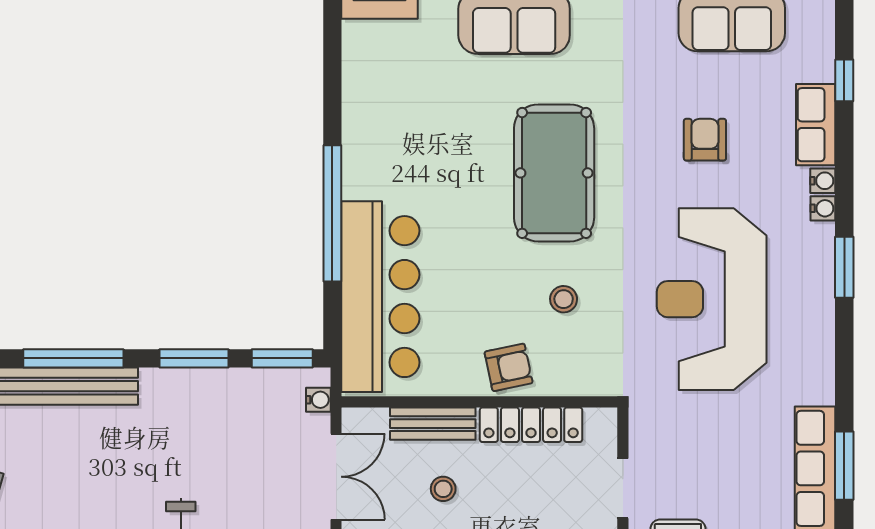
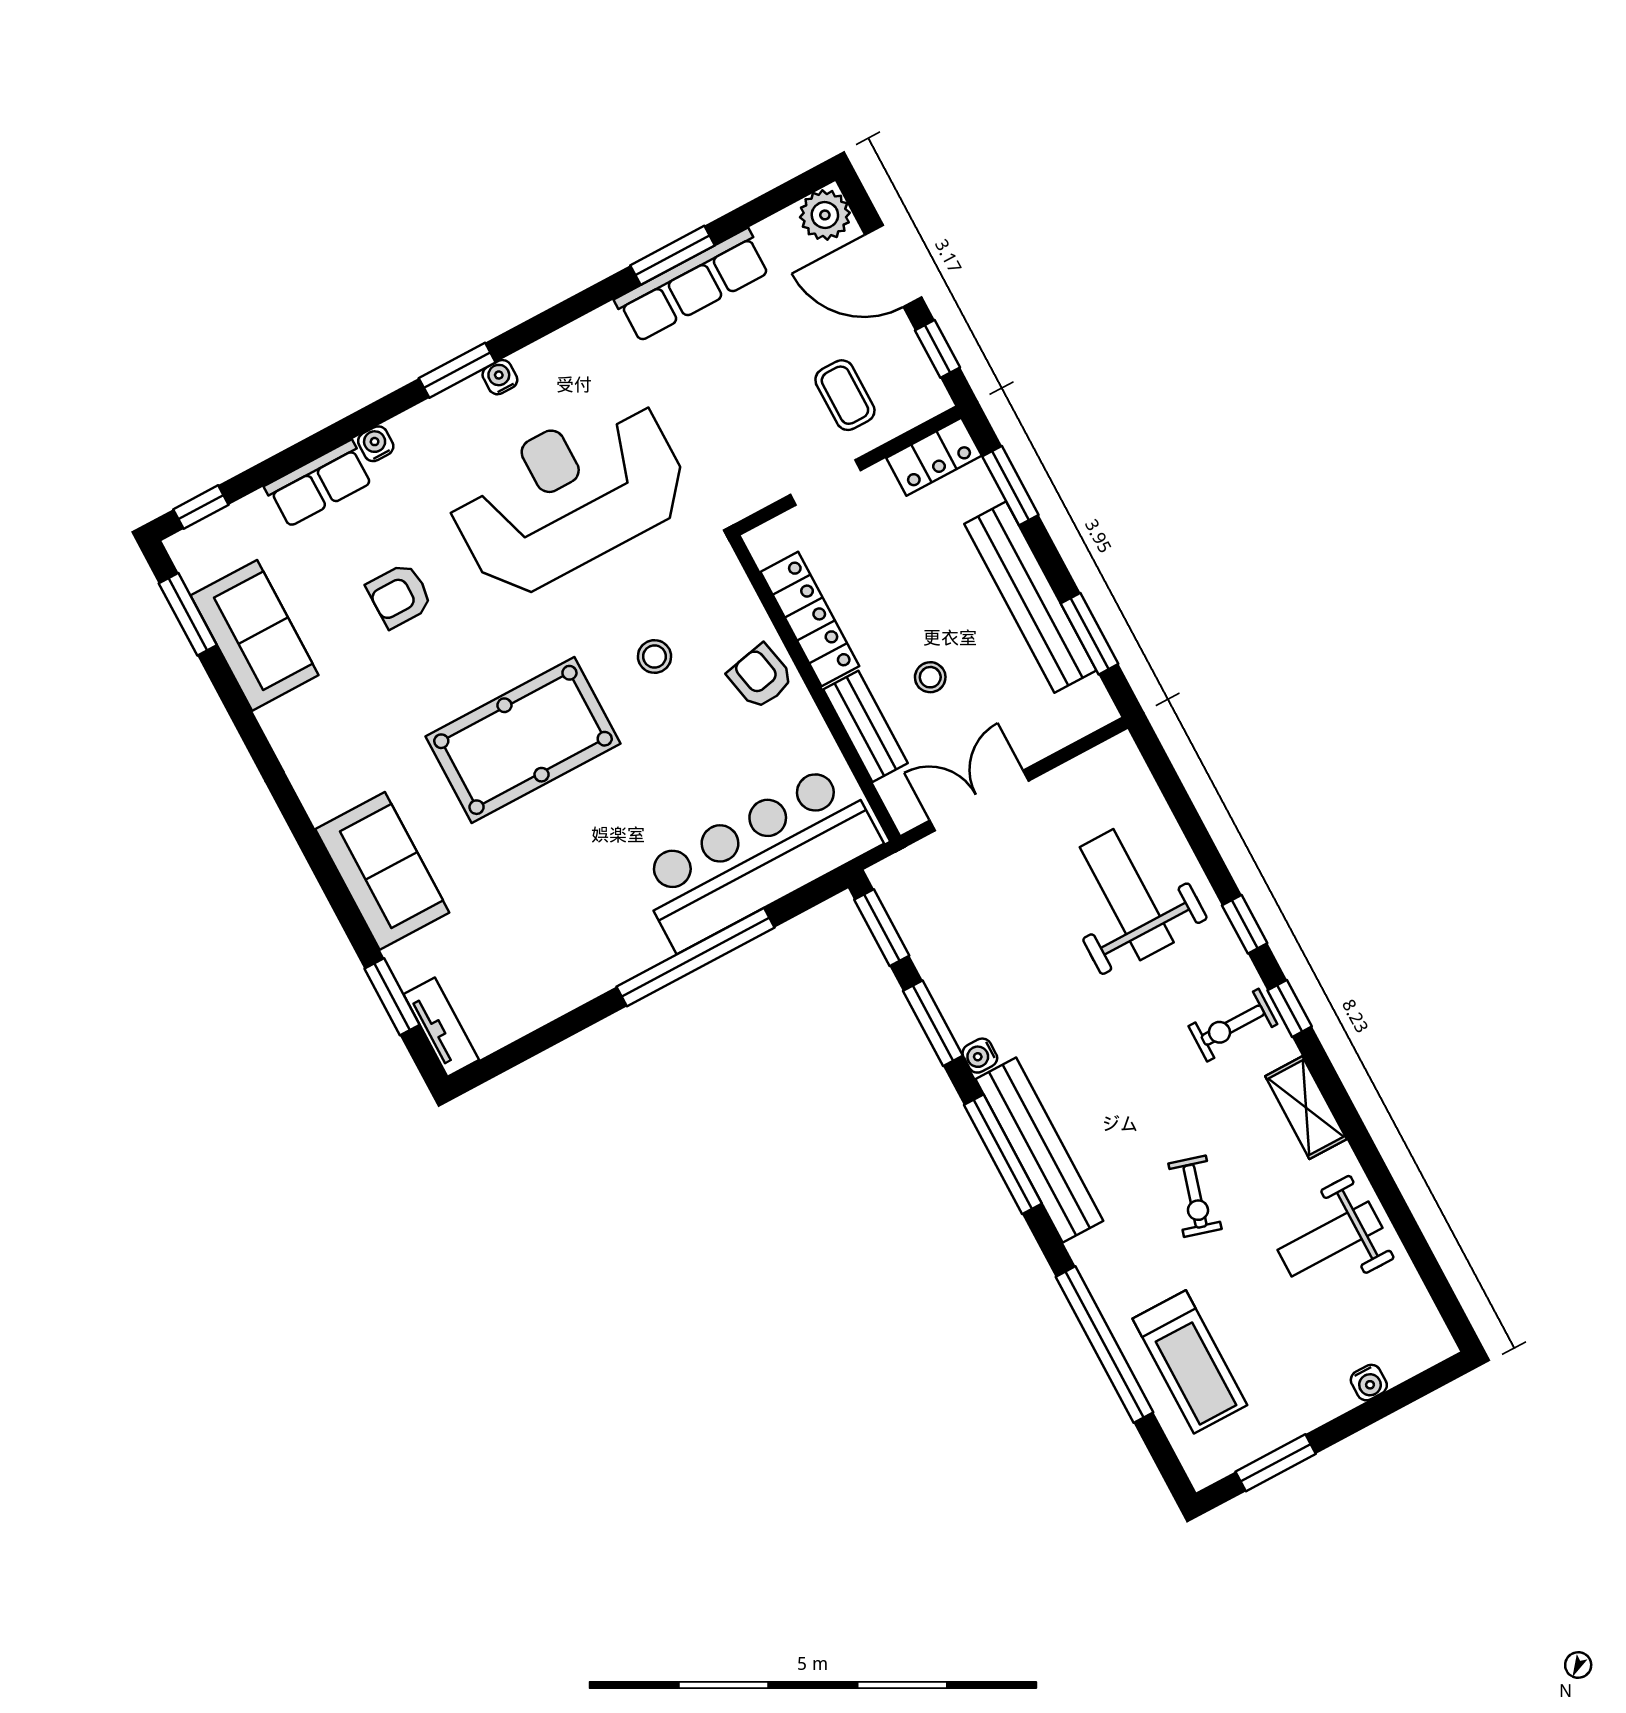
window: (844, 80) -> (201, 507), moved
water cooler: (823, 208) -> (500, 377), moved
reception desk: (712, 299) -> (569, 496), turned 180
water cooler: (318, 400) -> (980, 1056), moved, turned -90

